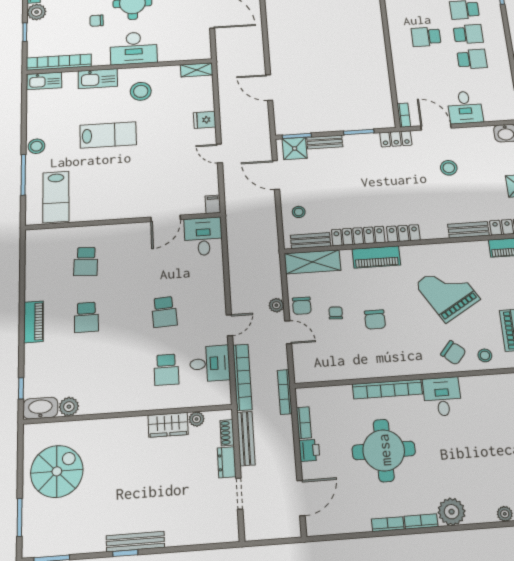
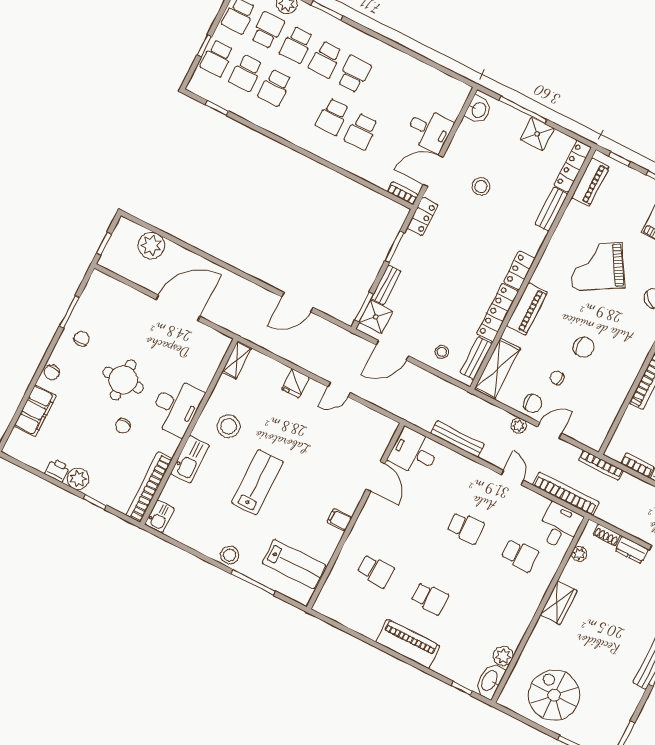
school desk: (472, 59) -> (361, 132), moved, turned 180
kitchen sink: (44, 81) -> (160, 516), width x0.73
filing cabinet: (213, 204) -> (339, 520), moved
piano: (34, 322) -> (408, 644), width x1.37, depth x1.33
desk: (210, 364) -> (559, 526), moved
wardrobe: (168, 425) -> (559, 603), moved
bench: (246, 438) -> (457, 439), moved

